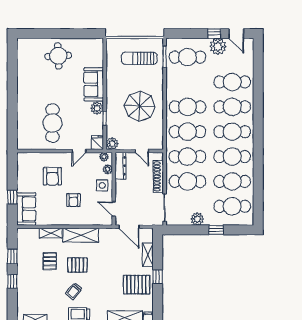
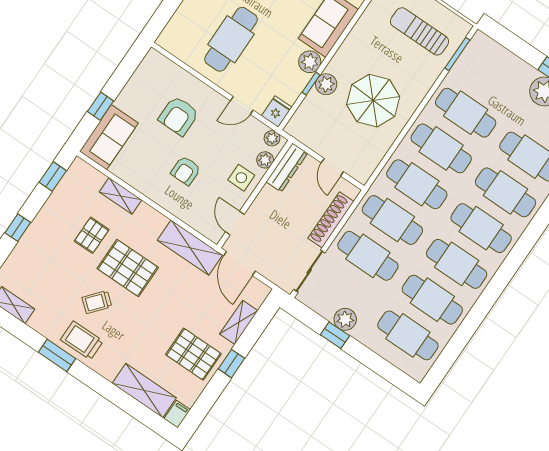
cafe table: (187, 57) -> (466, 113), moved
plant: (112, 144) -> (326, 84), moved
window: (216, 230) -> (335, 335), moved
shelving: (81, 235) -> (190, 248), moved
window: (12, 257) -> (53, 176), moved
pallet: (77, 265) -> (128, 268), width x1.50, depth x1.42

